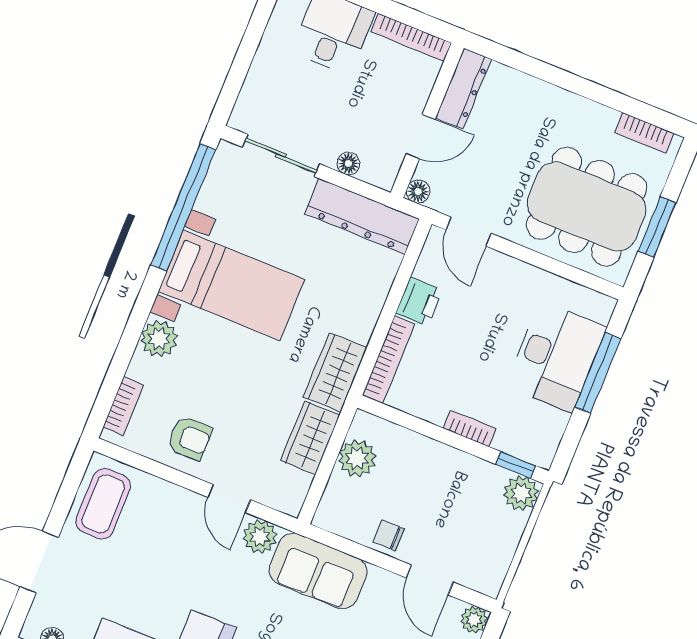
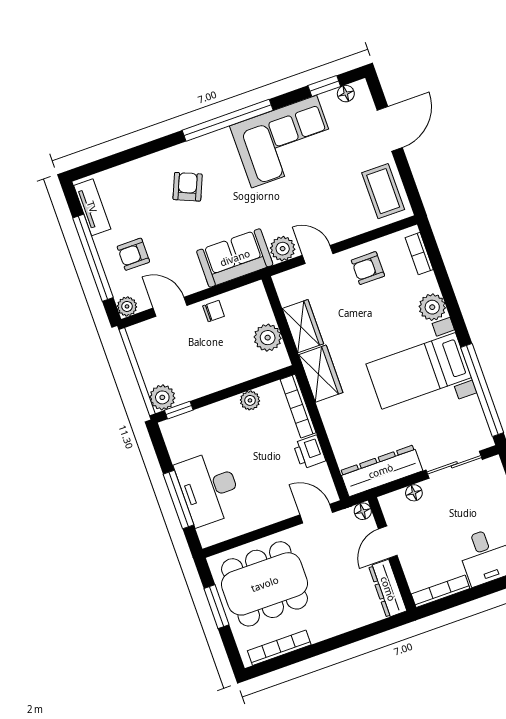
bookcase: (644, 133) -> (279, 648), width x1.56
plant: (433, 410) -> (250, 400), added
bookcase: (470, 428) -> (221, 408), removed

